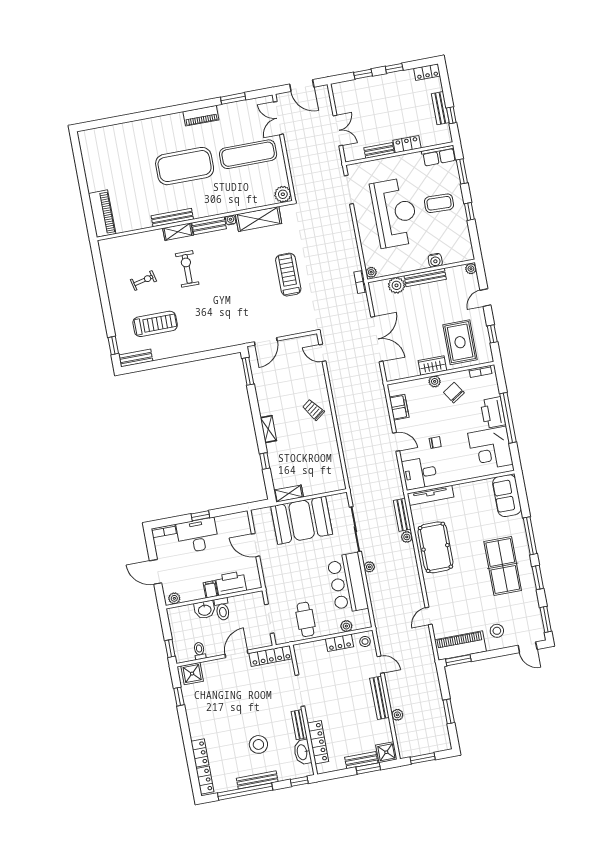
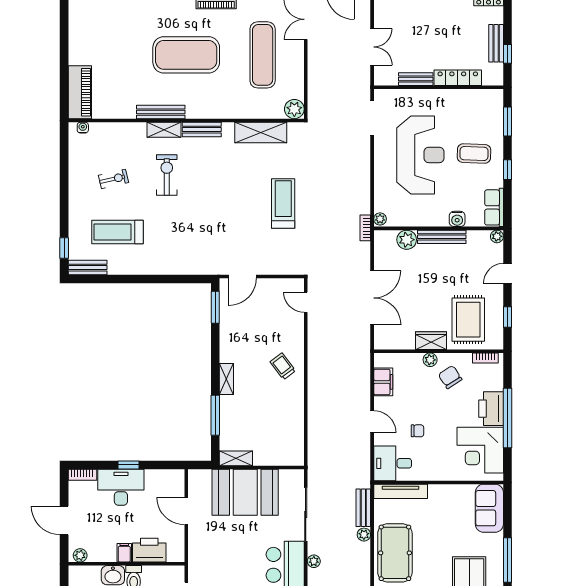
locker: (407, 144) -> (458, 78), width x1.53
exercise mat: (248, 154) -> (263, 55), turned 90
row of seats: (439, 156) -> (494, 207), moved, turned 90
water cooler: (231, 220) -> (83, 128), moved
treadmill: (155, 324) -> (118, 232), turned 180
window: (265, 461) -> (215, 415), width x2.17

